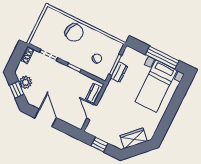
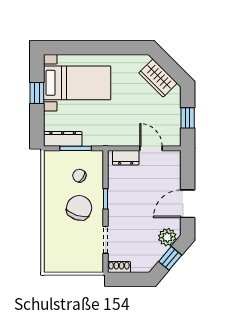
chair: (74, 33) -> (79, 208), moved
window: (162, 58) -> (37, 93), width x0.46
dresser: (119, 72) -> (63, 139), moved, width x1.44
plant: (26, 82) -> (167, 237), moved
door: (92, 112) -> (151, 148), swing flipped

